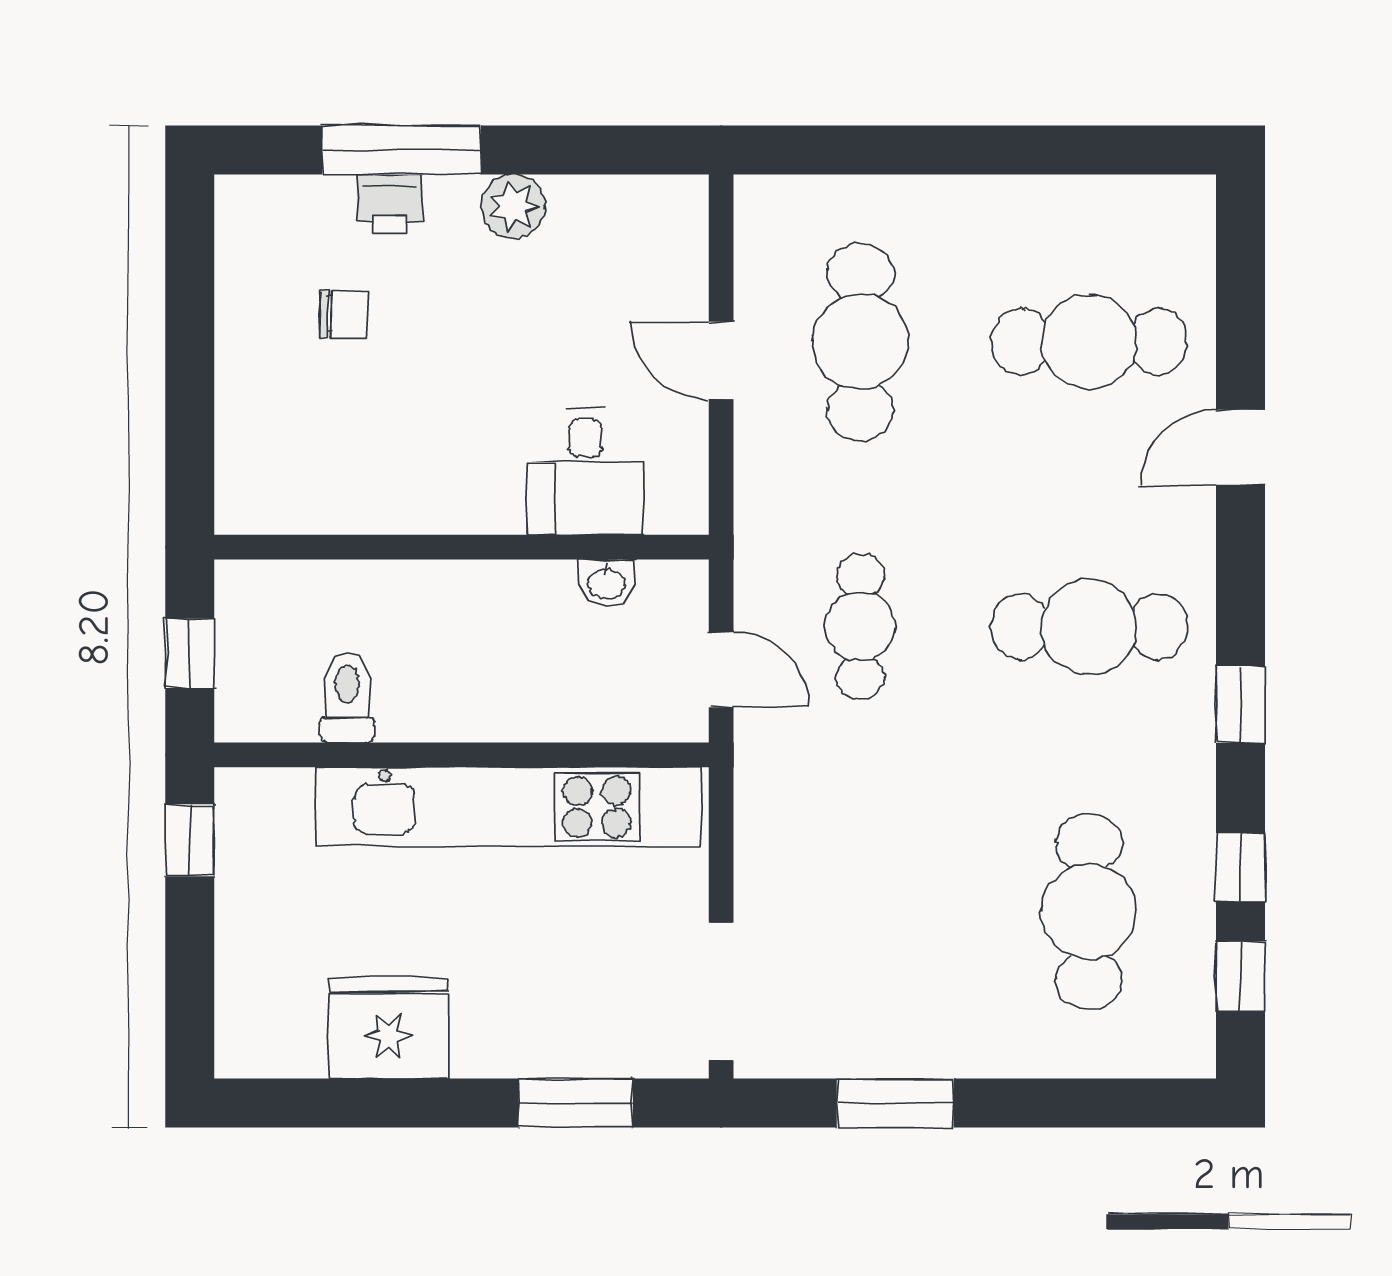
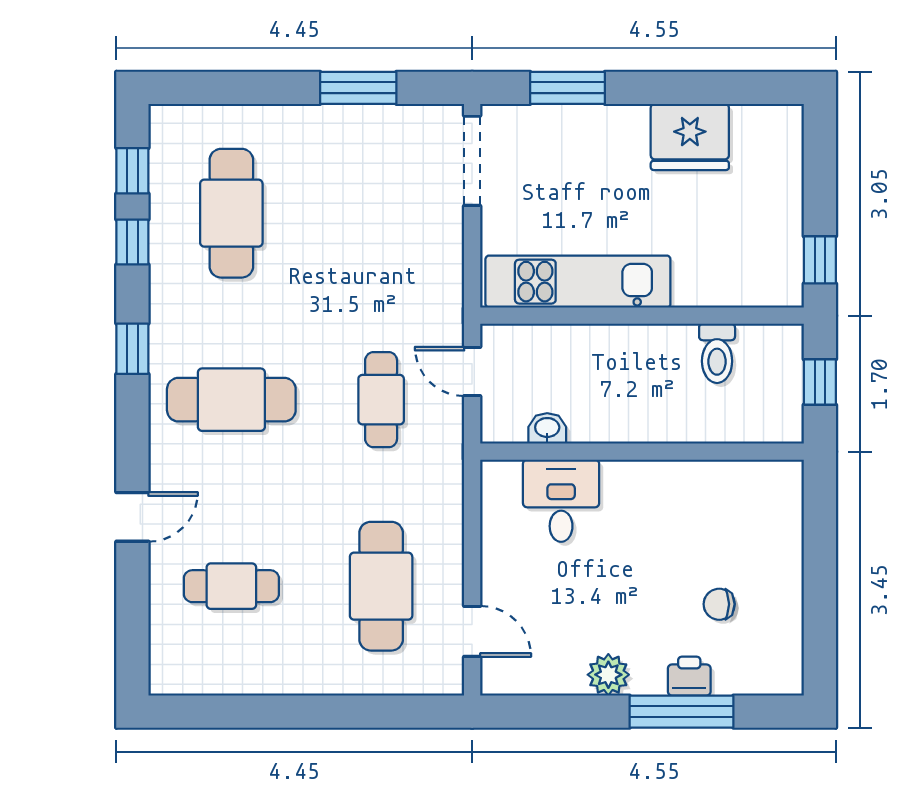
cafe table: (1089, 342) -> (231, 586), width x0.73, depth x0.74
door: (721, 361) -> (472, 631), moved
kitchen unit: (508, 807) -> (578, 282), width x0.73

